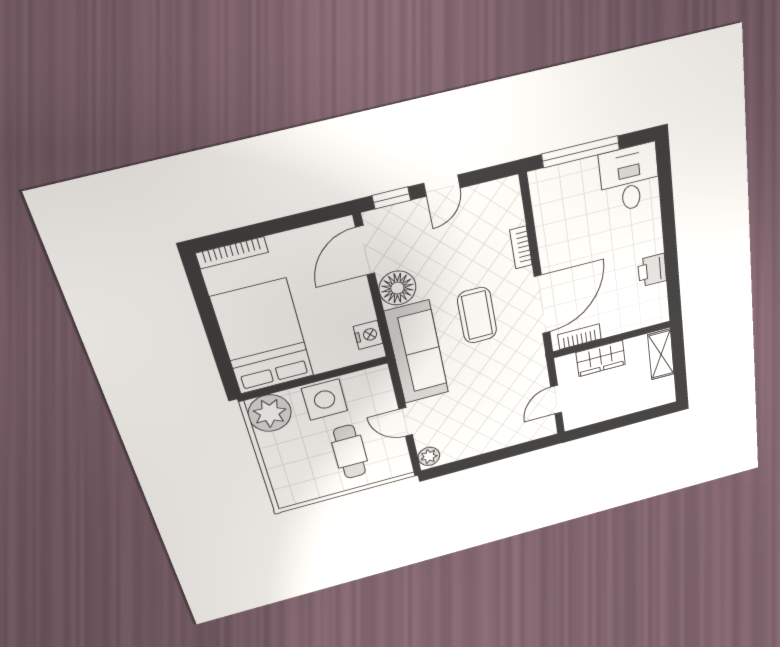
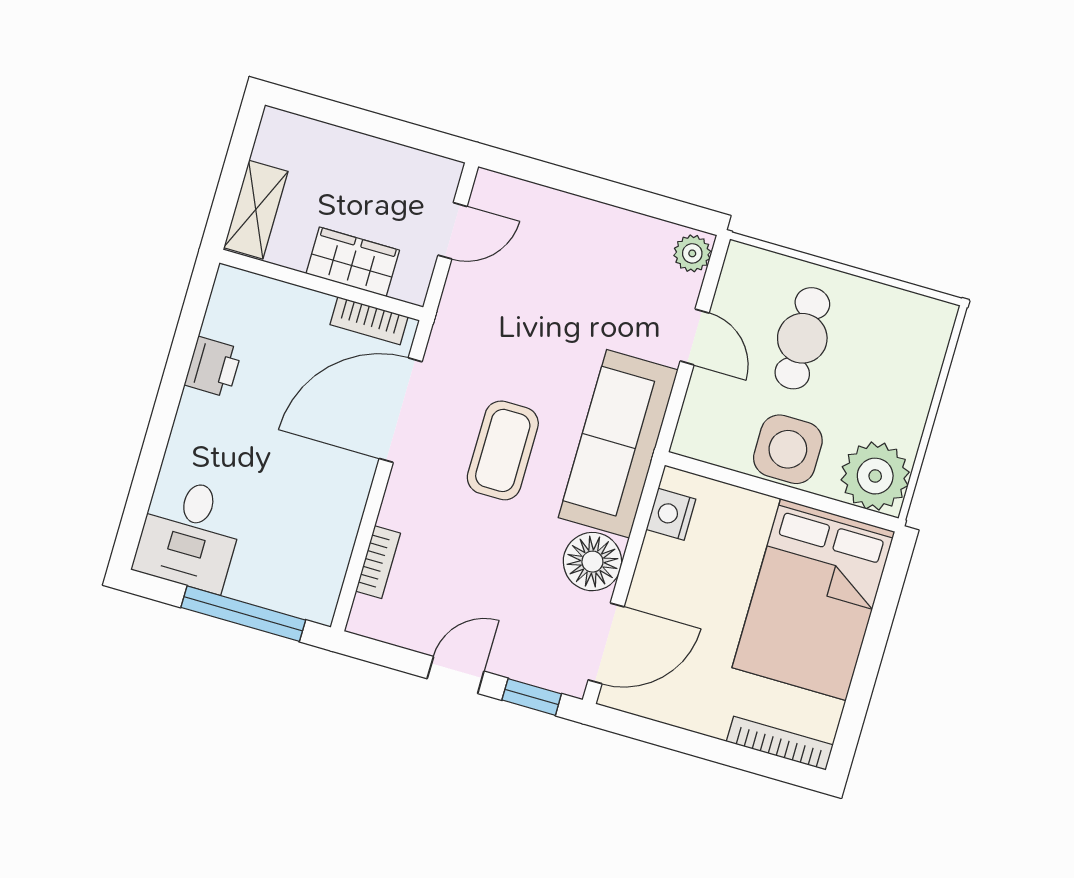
bookcase: (521, 247) -> (378, 562), moved

